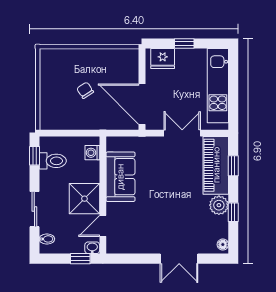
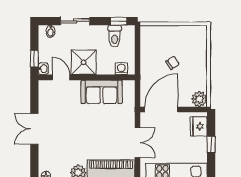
plant: (129, 58) -> (199, 99), added
double door: (179, 259) -> (34, 129), moved

